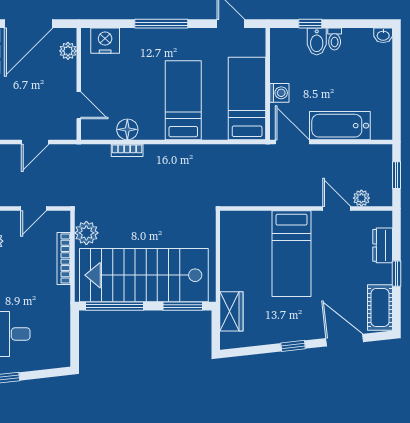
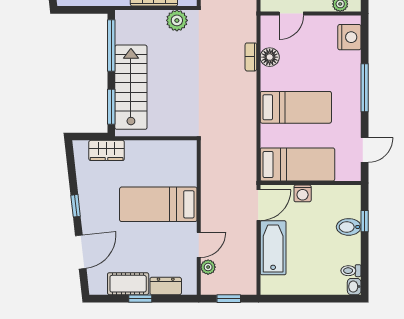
toilet: (335, 39) -> (351, 271), moved
stairs: (144, 275) -> (131, 87), width x0.73, depth x0.66
cot: (380, 308) -> (128, 284), moved

